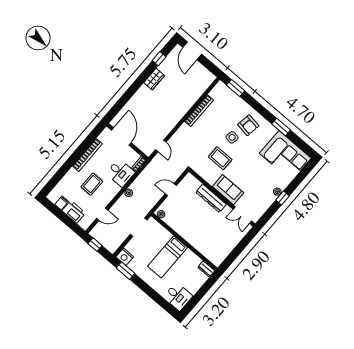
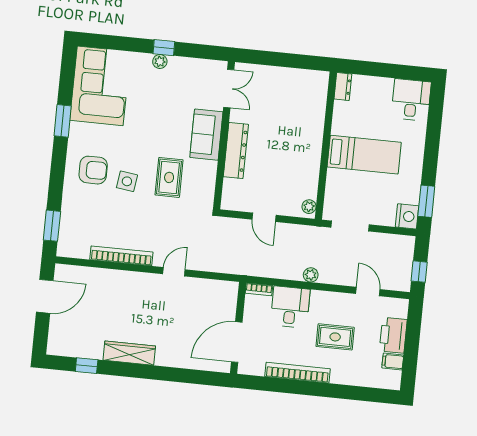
door: (192, 51) -> (45, 296), moved
wardrobe: (154, 79) -> (129, 353), width x1.50
armchair: (248, 125) -> (93, 170), turned 81
door: (161, 146) -> (174, 272), moved

